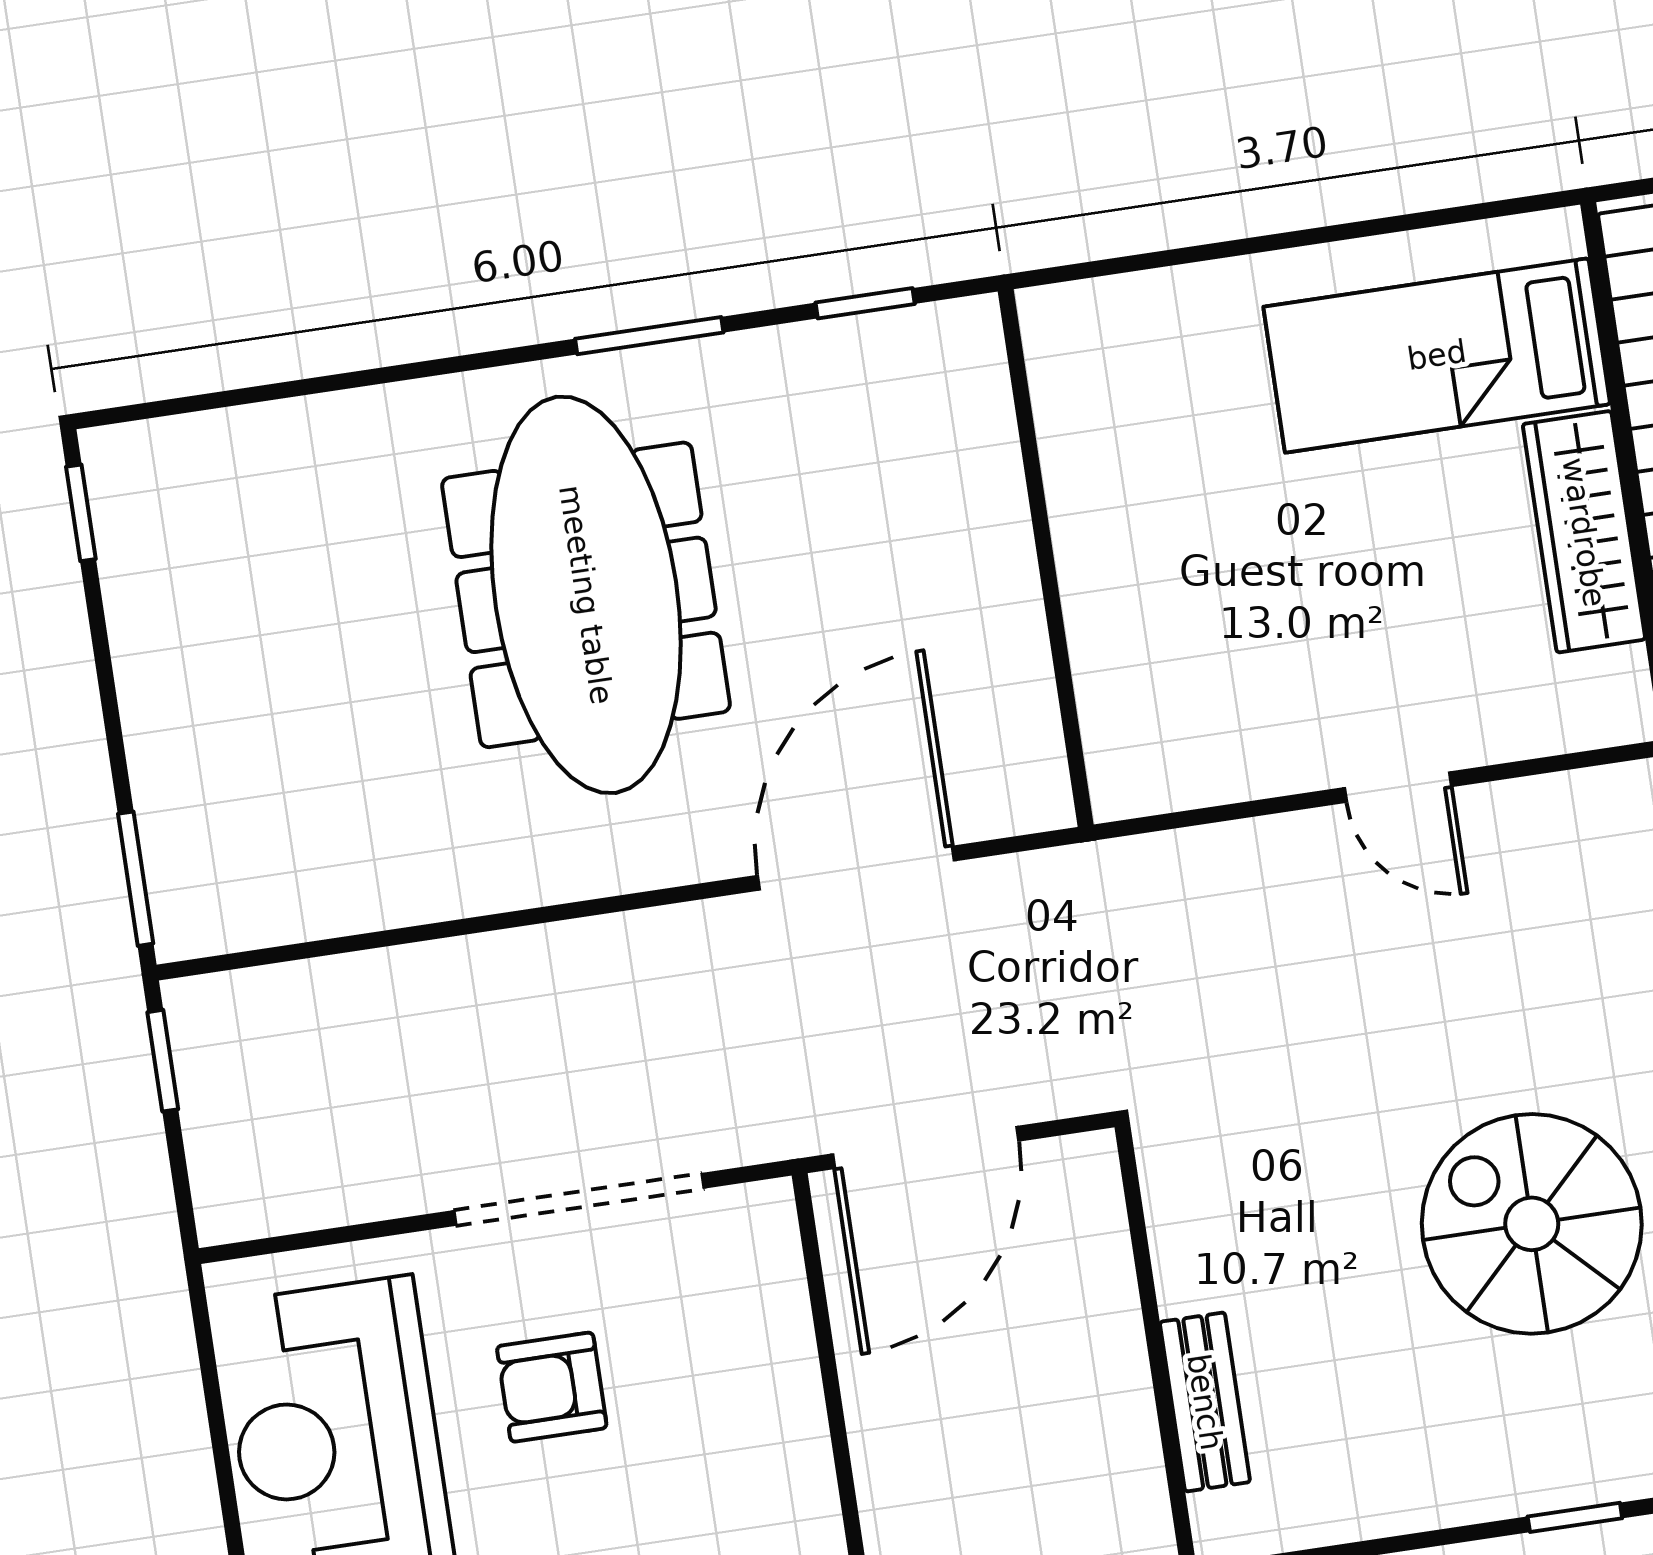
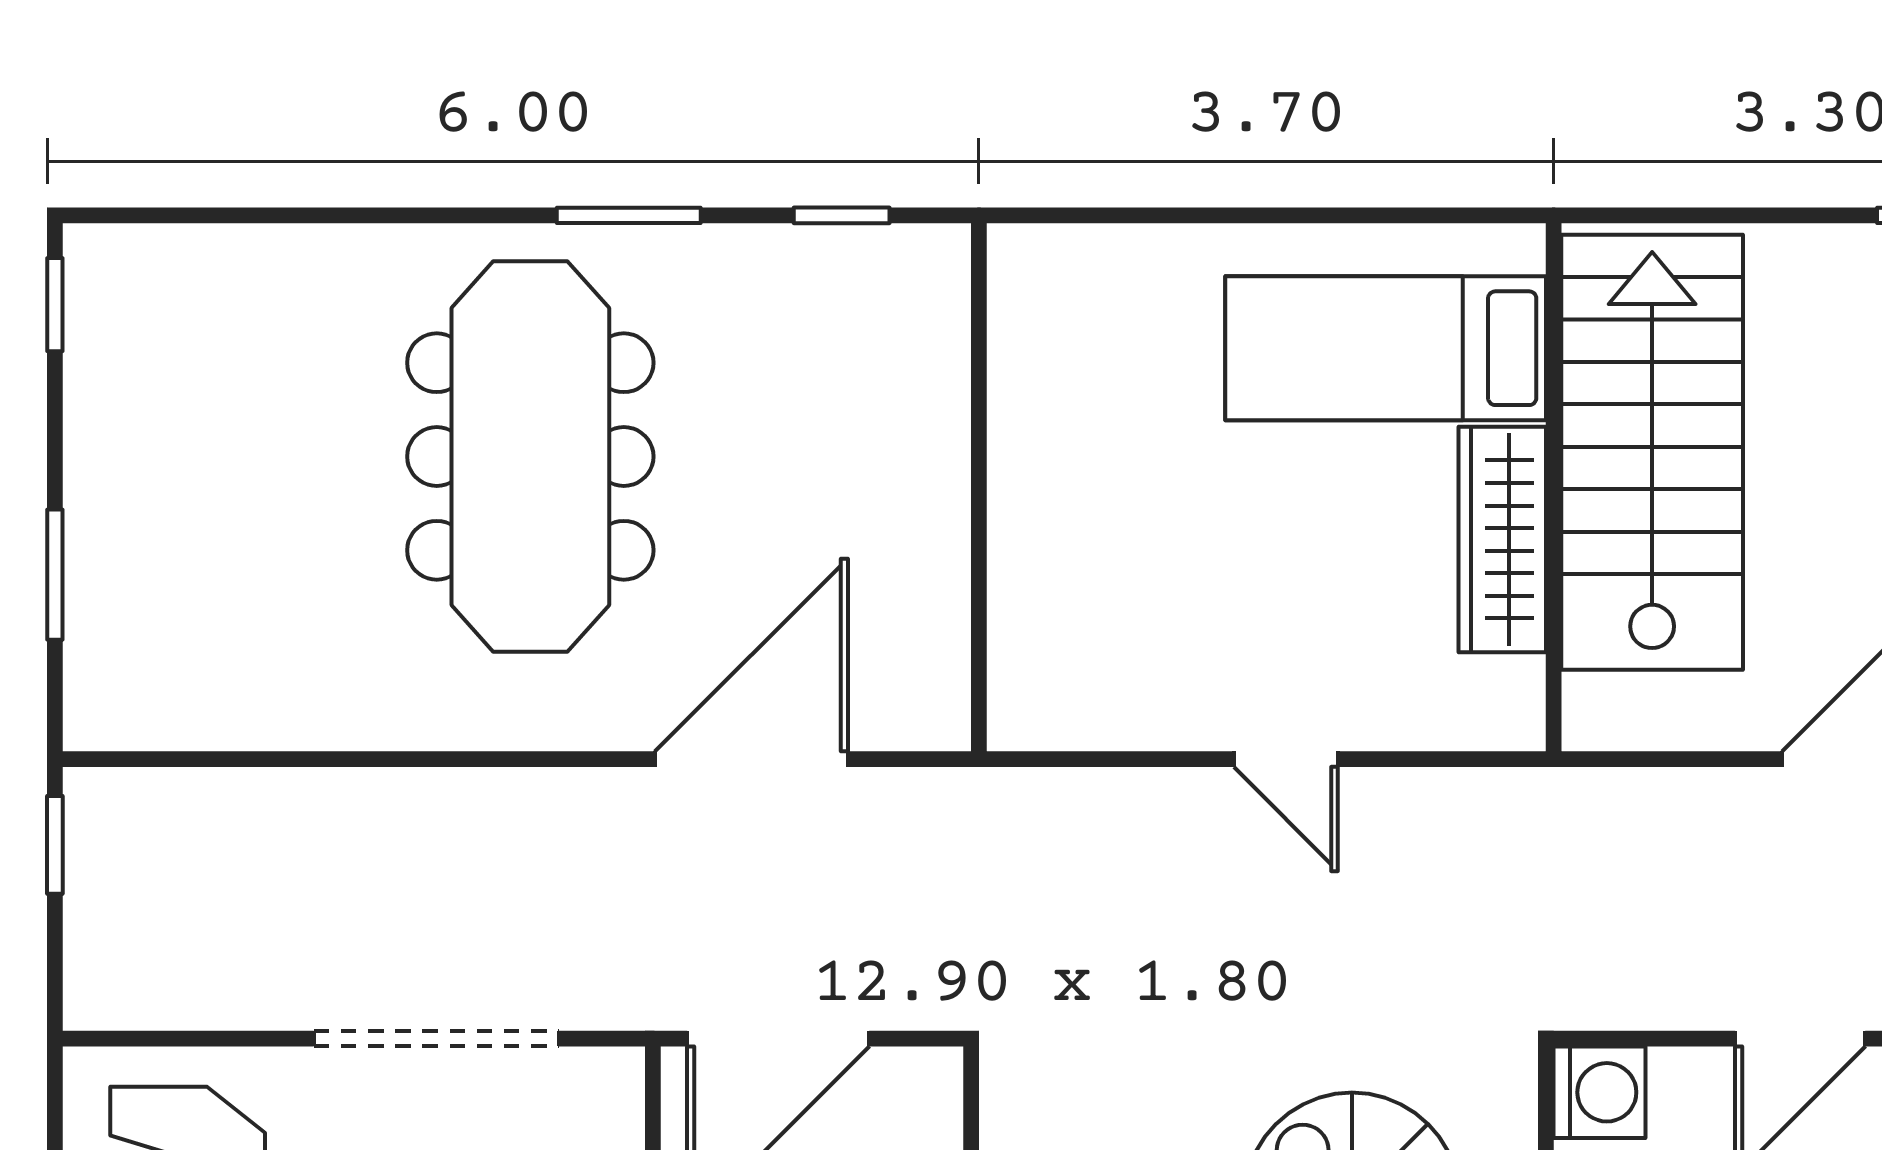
window: (136, 879) -> (55, 575), moved

